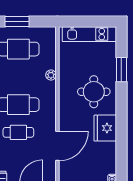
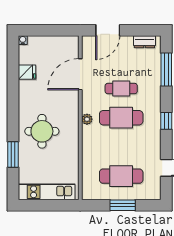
plant: (51, 75) -> (87, 119), moved
fridge: (105, 128) -> (27, 72), moved, width x0.53, depth x0.75

